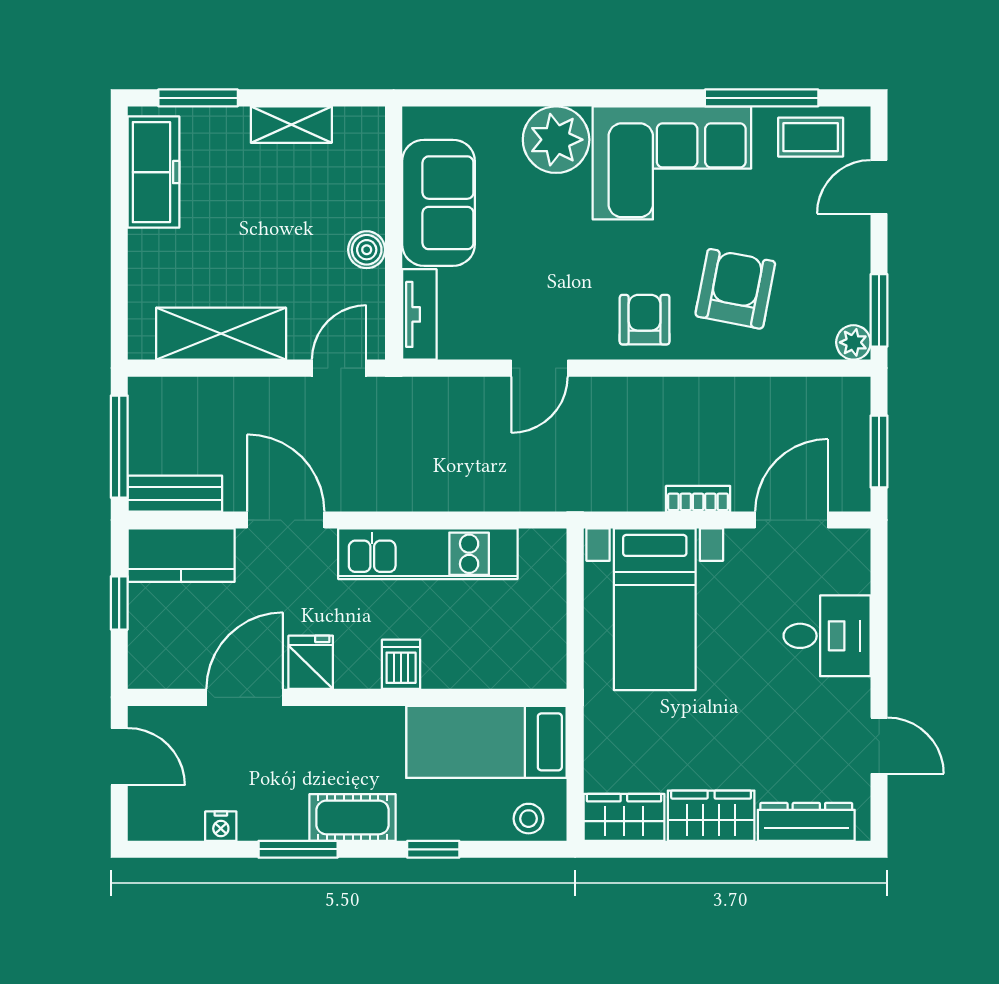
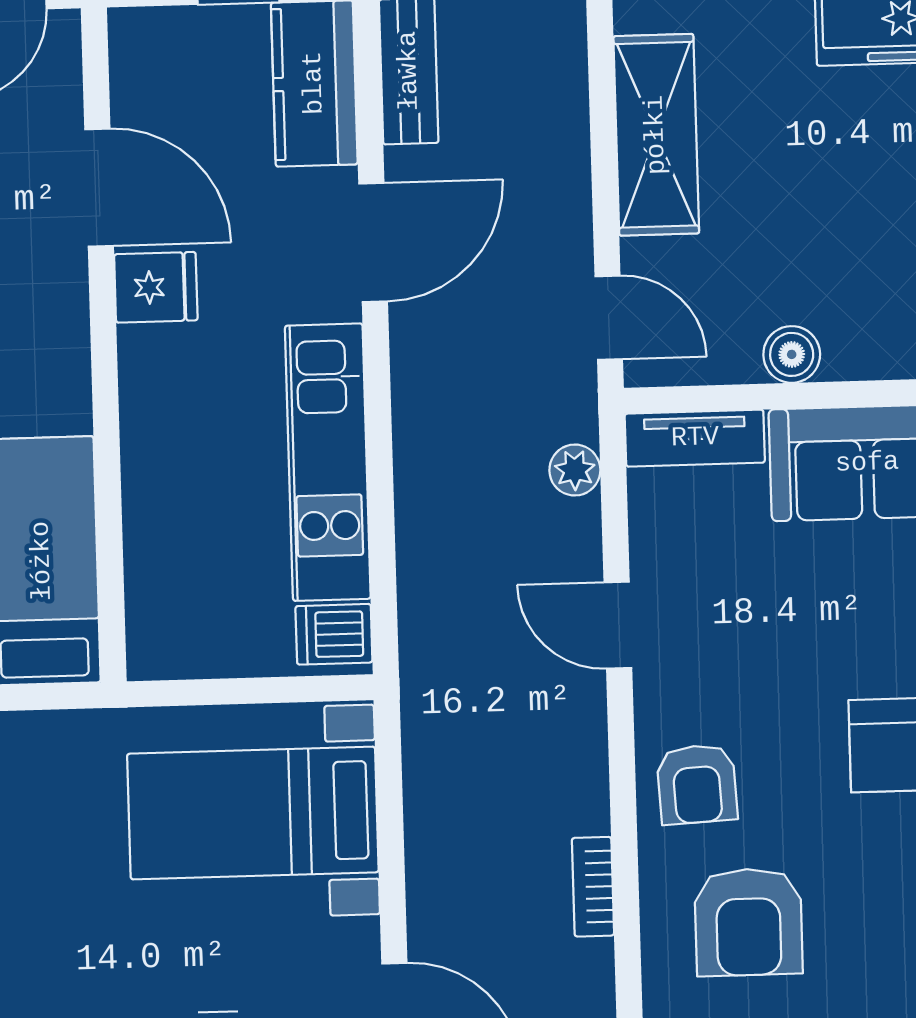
armchair: (735, 289) -> (748, 922), turned 79
armchair: (645, 320) -> (697, 784), turned 87
plant: (438, 393) -> (575, 470), added
bookcase: (698, 499) -> (593, 887), moved, turned 180
dishwasher: (401, 664) -> (334, 634), moved, turned 180

